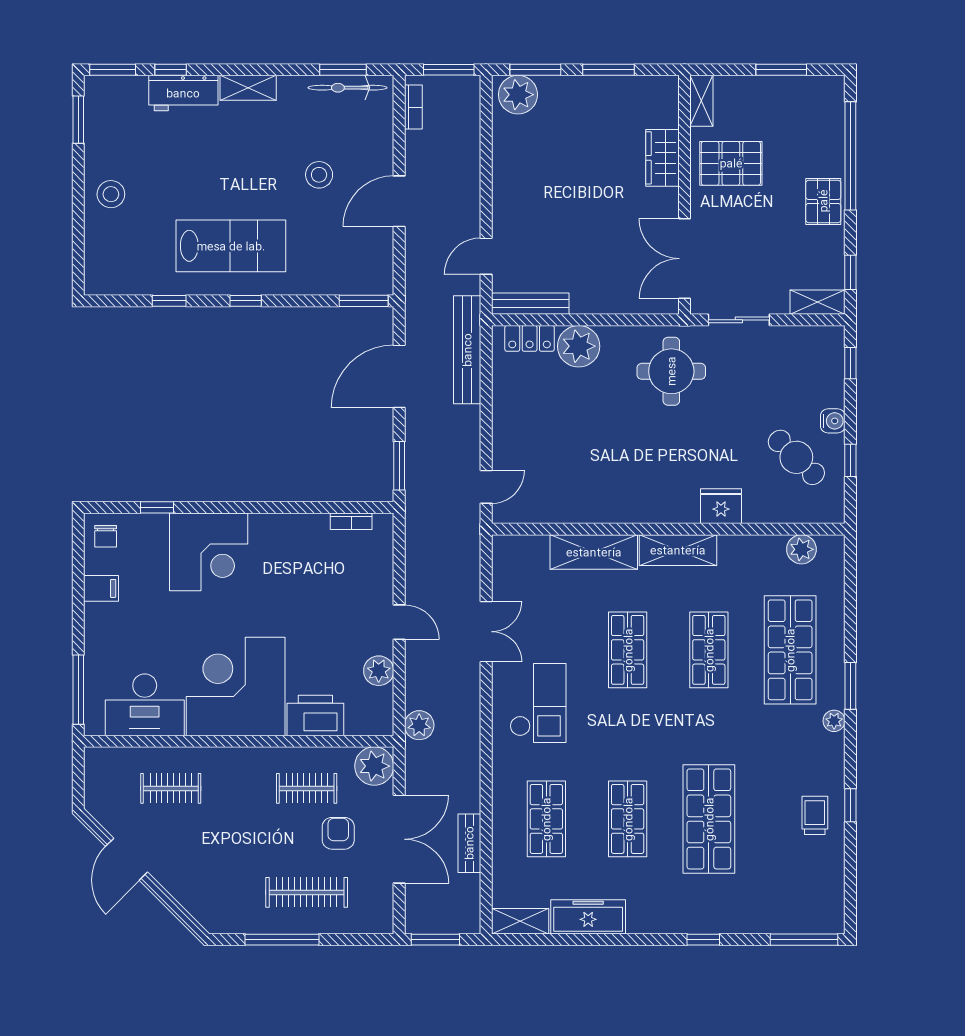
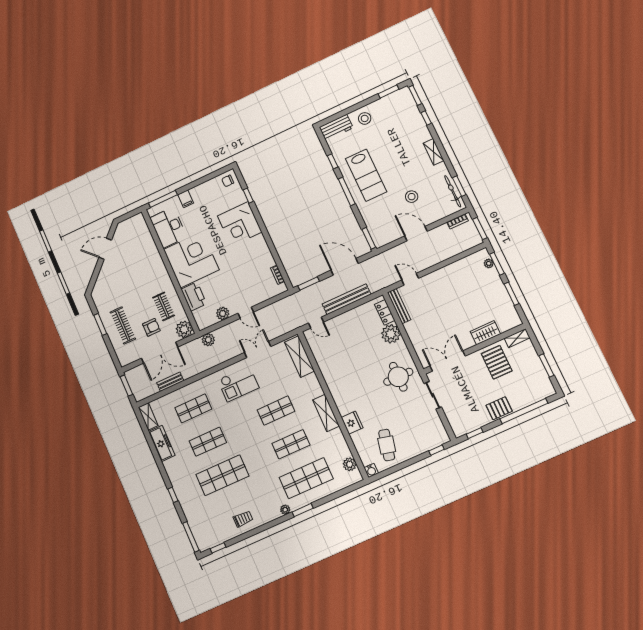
workbench: (183, 93) -> (336, 128), moved, turned -90
plant: (518, 95) -> (489, 263), width x0.53, depth x0.53
window: (246, 301) -> (347, 191), width x2.17
shelving: (818, 302) -> (456, 425), removed
bench: (467, 350) -> (347, 299), moved
water cooler: (833, 421) -> (371, 470), moved
cafe table: (796, 457) -> (387, 445), turned -31
window: (850, 460) -> (396, 468), removed
shelving: (594, 552) -> (300, 357), moved
filing cabinet: (101, 588) -> (186, 199), moved
door: (399, 622) -> (246, 313), hinge flipped
double door: (486, 632) -> (258, 349), swing flipped
clothes rail: (171, 788) -> (140, 253), removed
window: (850, 805) -> (218, 548), moved
window: (282, 940) -> (100, 324), width x0.69

